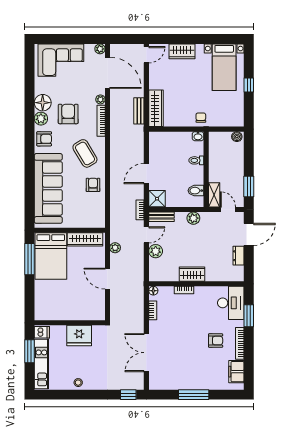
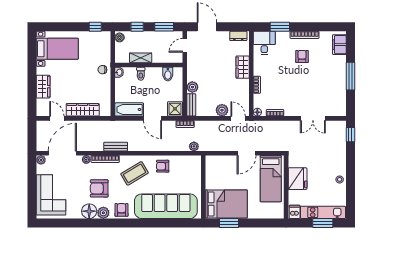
door: (146, 55) -> (57, 118), moved
window: (249, 85) -> (95, 27), moved
wardrobe: (156, 108) -> (83, 110), moved
bench: (139, 111) -> (116, 147), moved
bathtub: (156, 147) -> (129, 109), added
window: (249, 156) -> (137, 27), added
shelving: (214, 195) -> (141, 58), moved
plant: (193, 218) -> (192, 87), moved
door: (146, 235) -> (238, 118), moved
wardrobe: (85, 239) -> (212, 173), removed
plant: (115, 248) -> (194, 146), moved
dresser: (239, 256) -> (238, 36), moved
window: (30, 259) -> (229, 223), width x0.69
wardrobe: (192, 274) -> (243, 67), moved
desk: (231, 303) -> (264, 43), width x0.73
bed: (79, 306) -> (271, 179), added
window: (30, 351) -> (323, 223), moved
double door: (146, 353) -> (313, 118), width x0.73
filing cabinet: (236, 372) -> (339, 45), moved, turned 90

